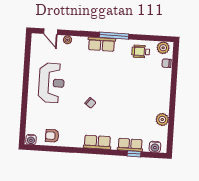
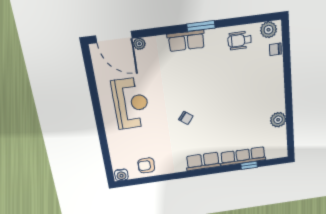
door: (51, 32) -> (114, 37), width x1.87
window: (114, 36) -> (201, 26), width x0.69
row of seats: (130, 145) -> (243, 156), width x1.48
water cooler: (155, 147) -> (273, 153), removed

